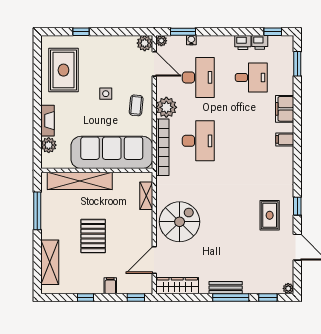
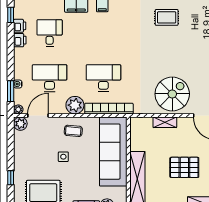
shelving: (146, 196) -> (165, 122), moved
spiral stairs: (180, 222) -> (172, 94), turned 90

